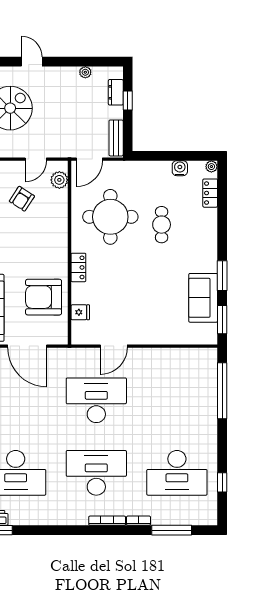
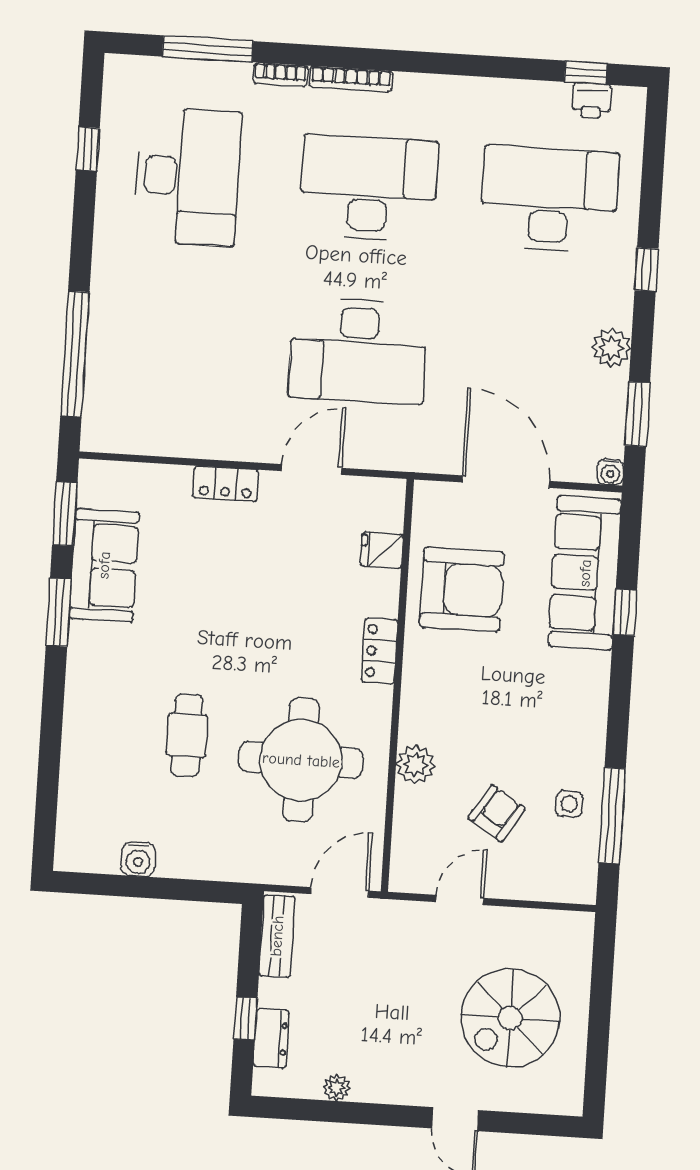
plant: (211, 167) -> (67, 858), removed
plant: (59, 180) -> (415, 765), moved
locker: (210, 193) -> (226, 484), moved, turned 90
desk: (96, 473) -> (368, 188), turned 180
desk: (177, 473) -> (188, 176), turned 90

